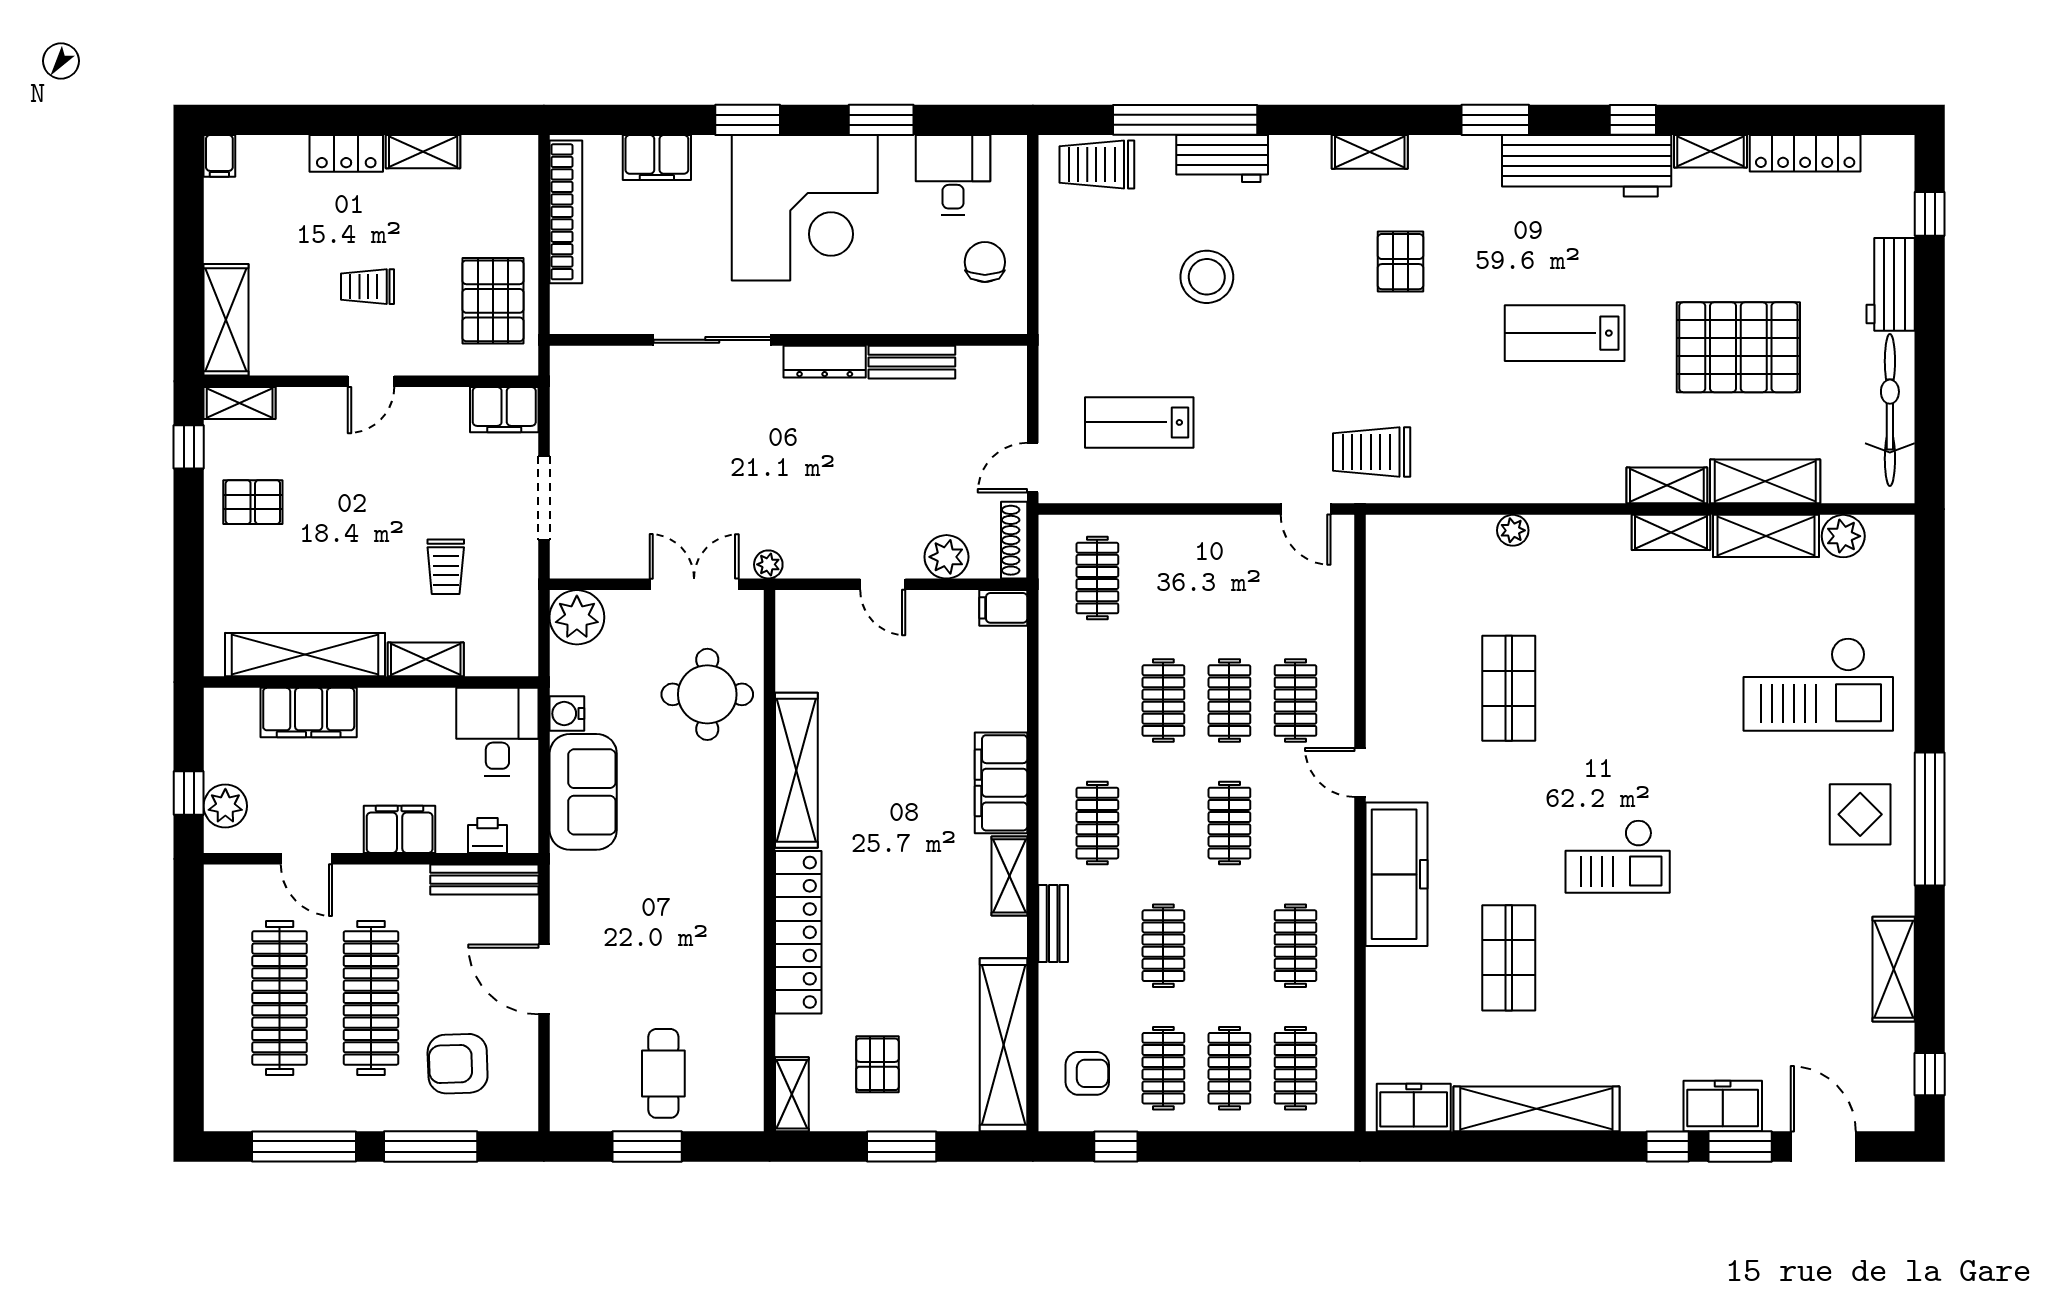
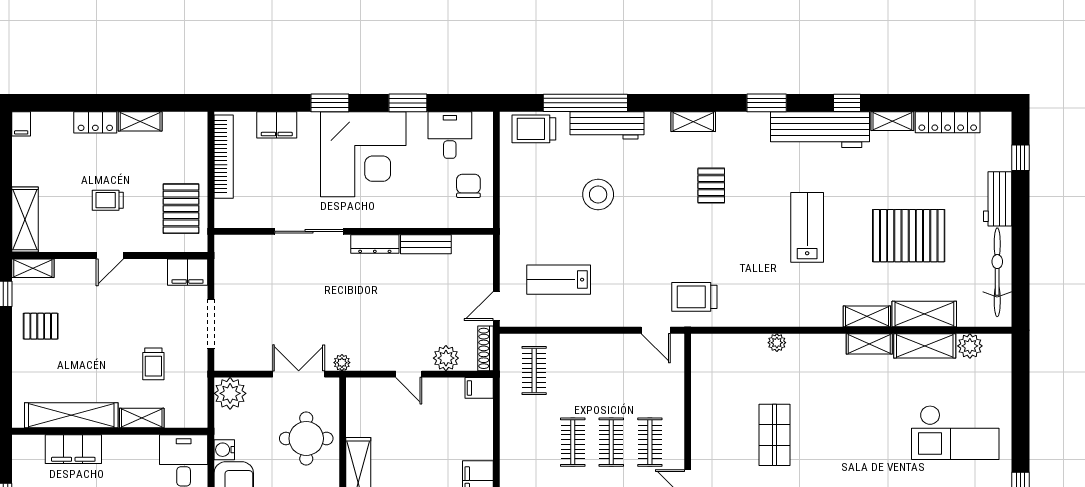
workbench: (1222, 159) -> (607, 125), width x1.37
lab bench: (1565, 333) -> (807, 227), turned 90

